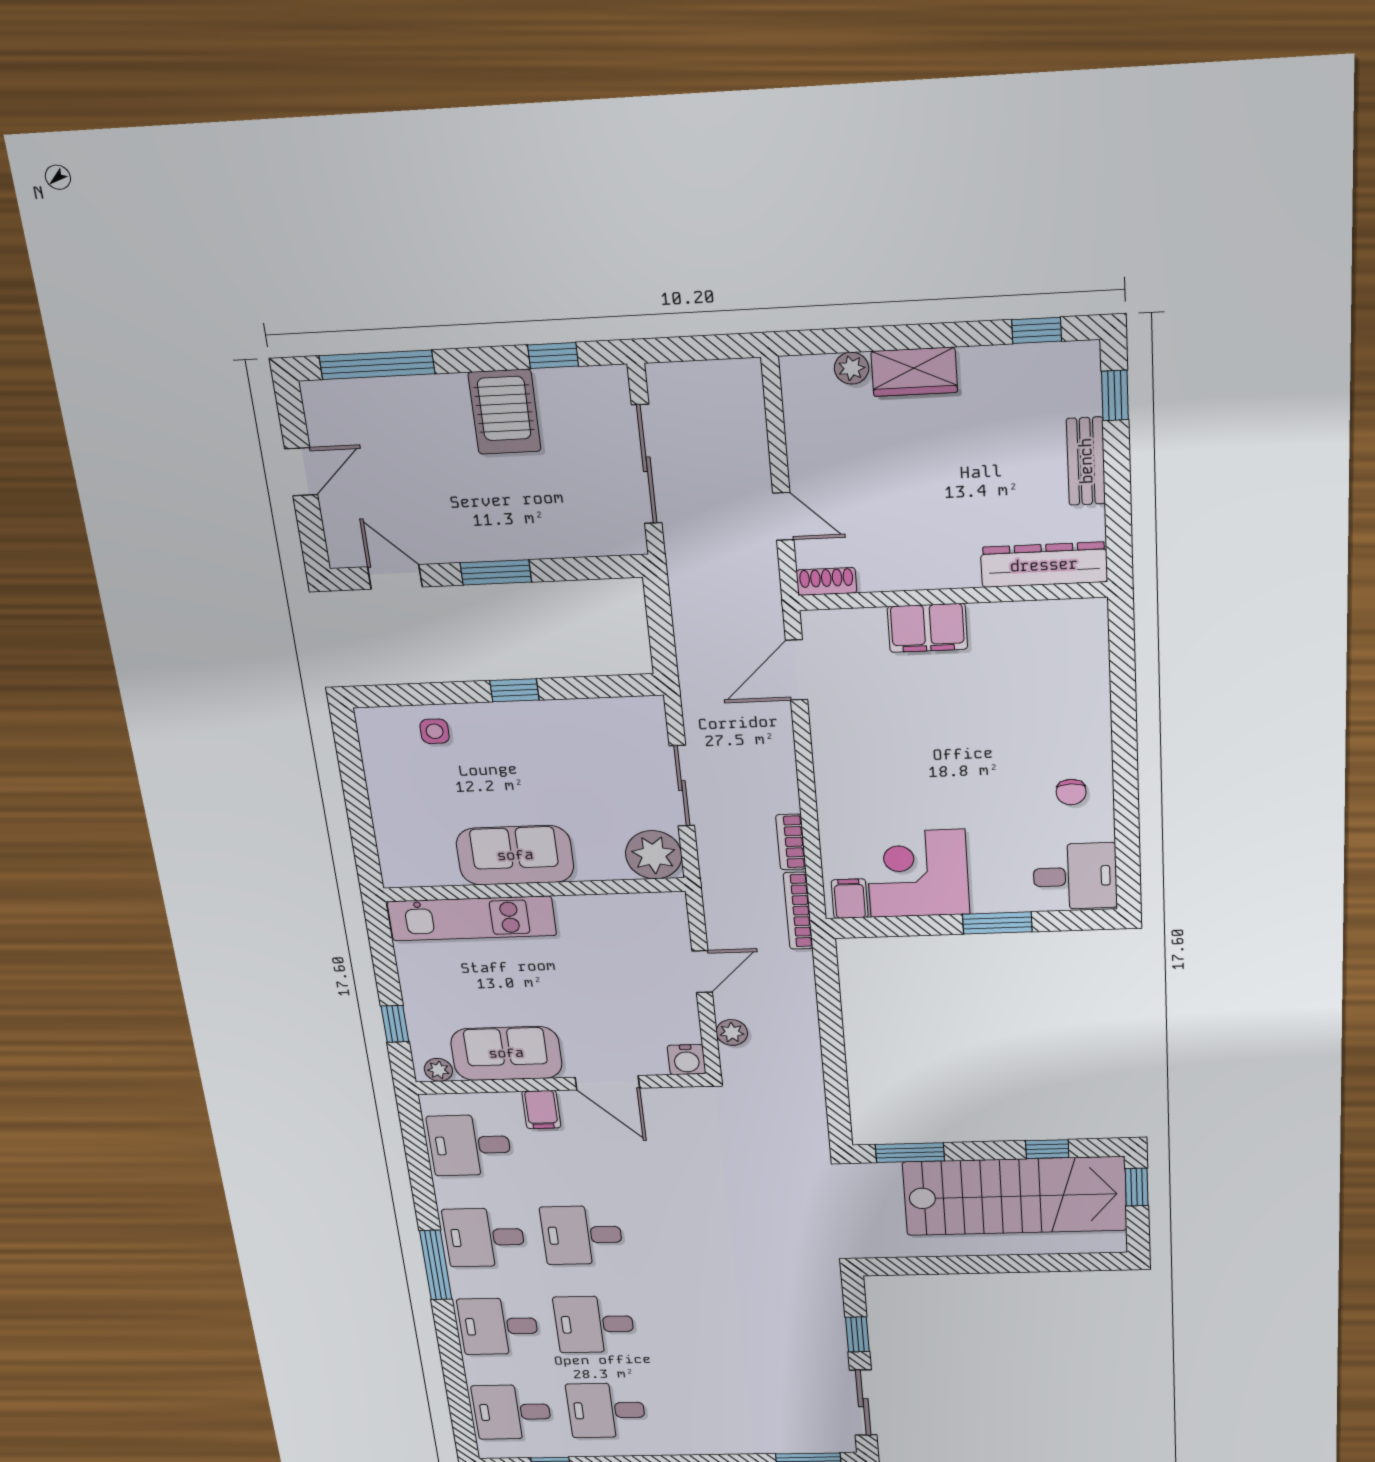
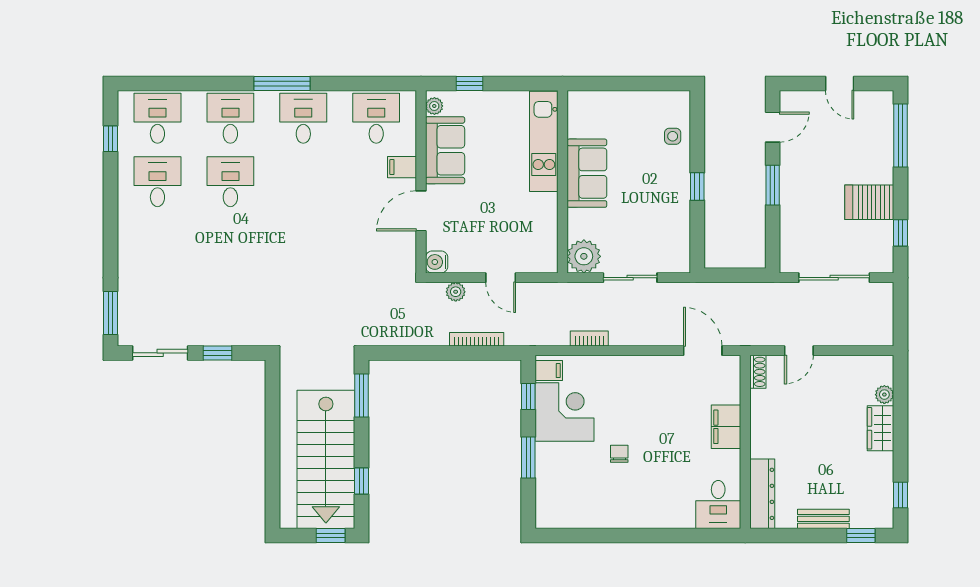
chair: (1071, 792) -> (619, 454), moved, turned 90
desk: (1075, 876) -> (718, 505), moved
bookcase: (798, 911) -> (477, 339), moved
window: (895, 926) -> (528, 397), added
desk: (582, 1235) -> (303, 182), removed

